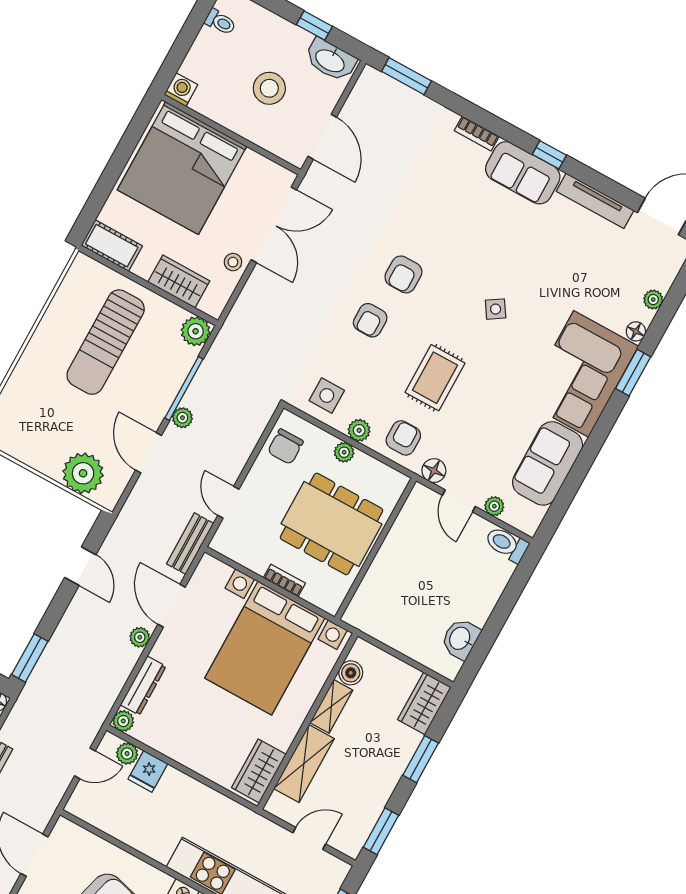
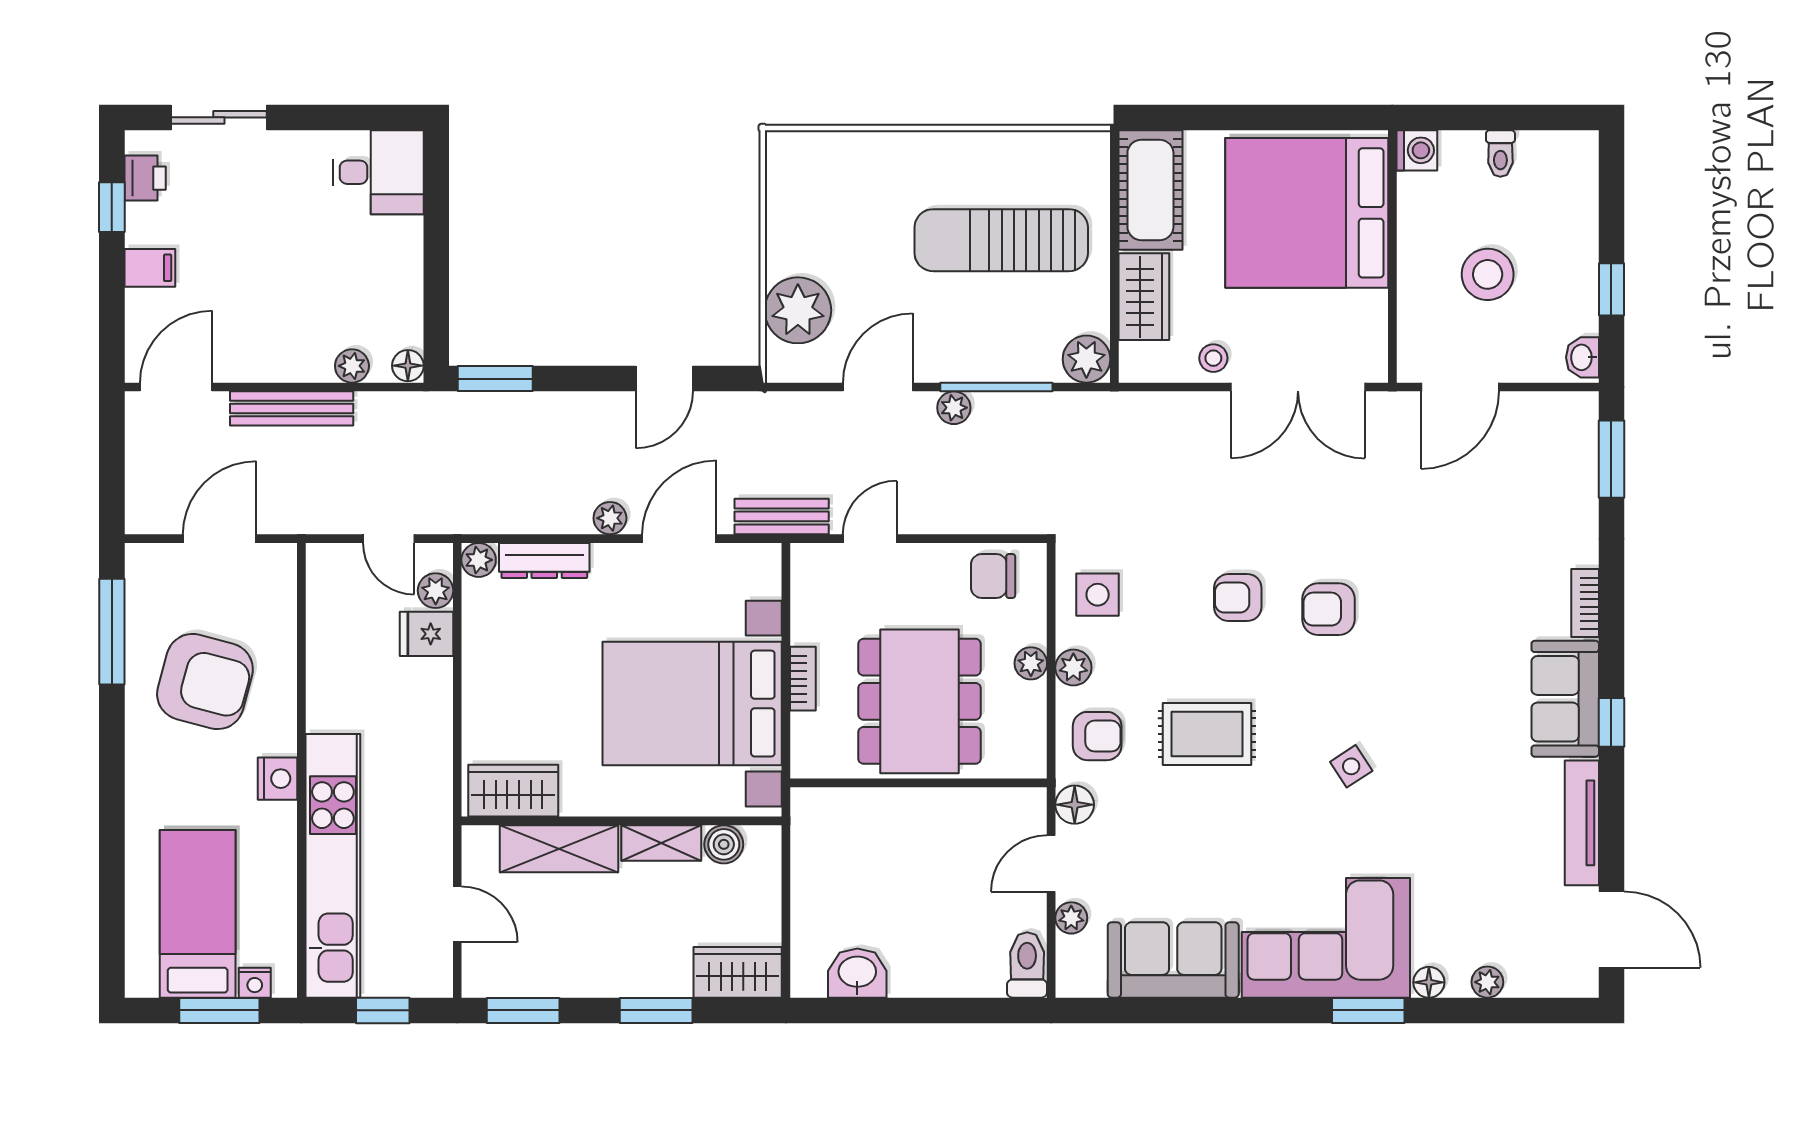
toilet: (220, 22) -> (1500, 153), moved
washbasin: (330, 60) -> (1582, 357), width x0.52, depth x0.69
cot: (112, 246) -> (1150, 190), width x1.37, depth x1.34

